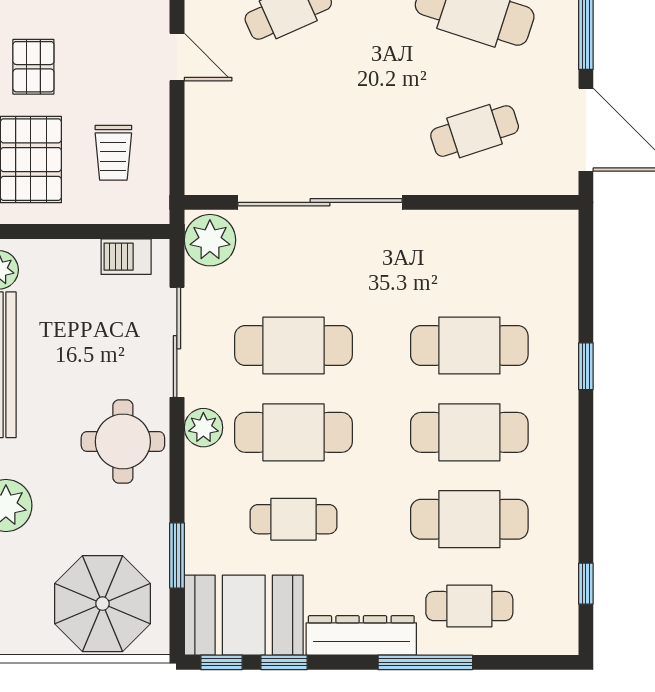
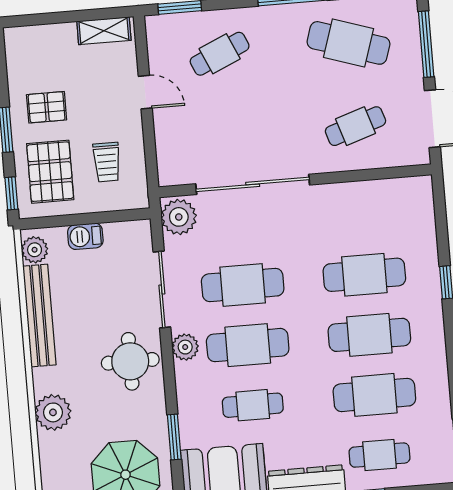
pallet: (33, 67) -> (47, 107), turned 90
barbecue: (126, 257) -> (85, 236), moved

